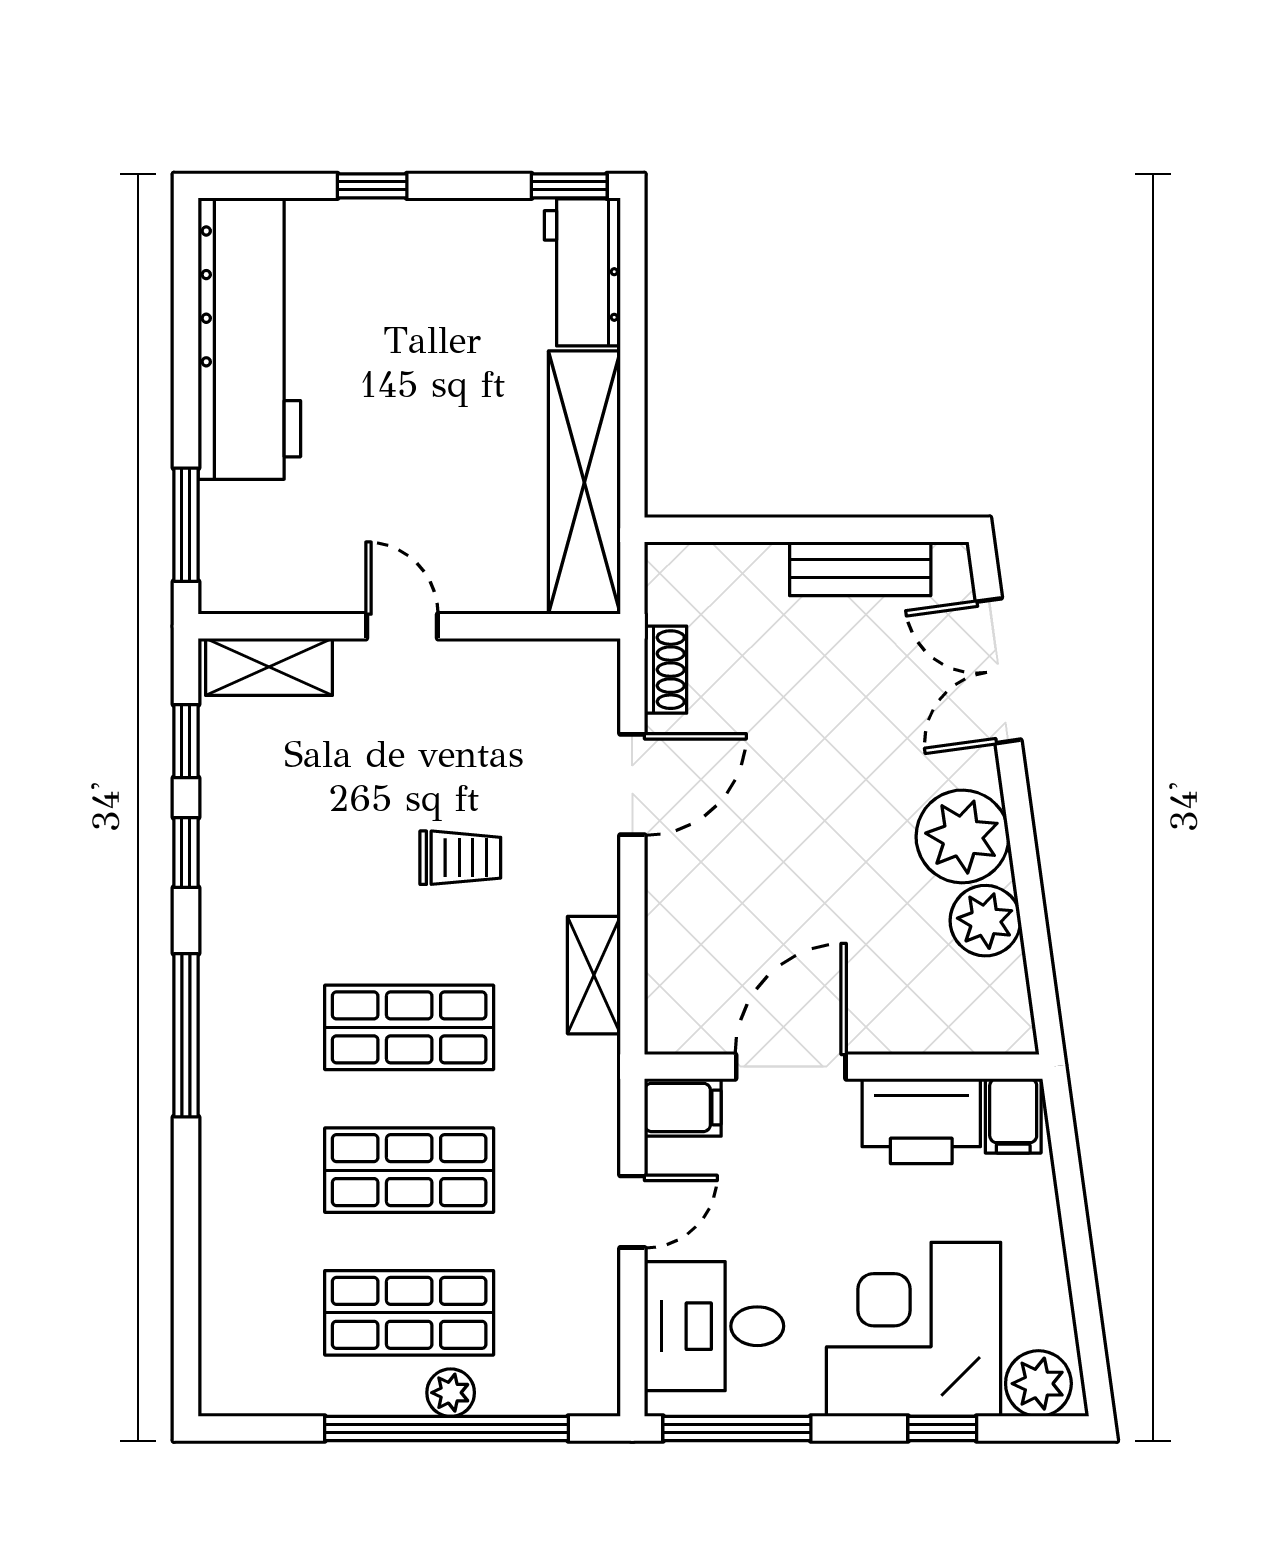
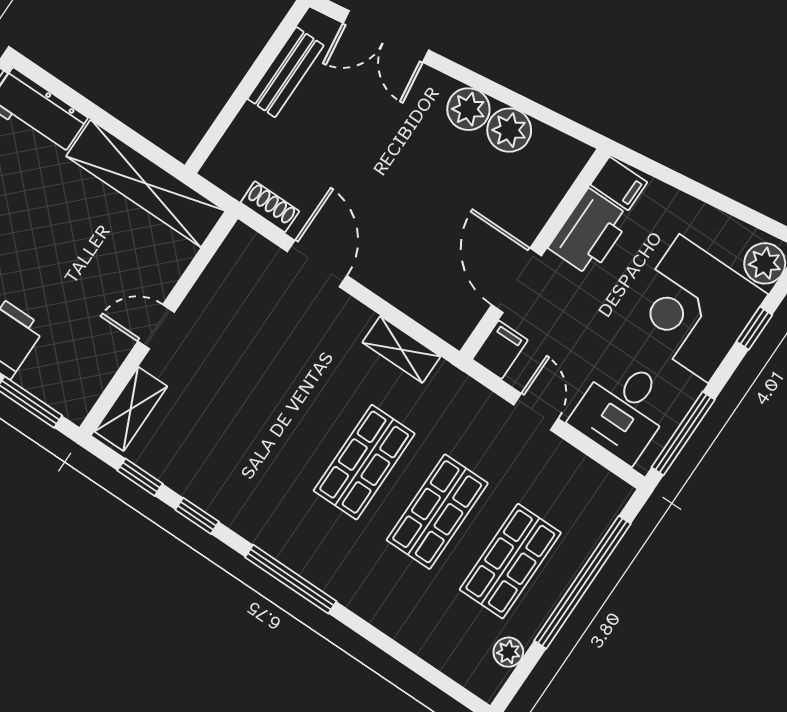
plant: (962, 836) -> (468, 109), width x0.73, depth x0.73
trolley: (460, 858) -> (295, 377), removed
plant: (451, 1393) -> (508, 652), moved

